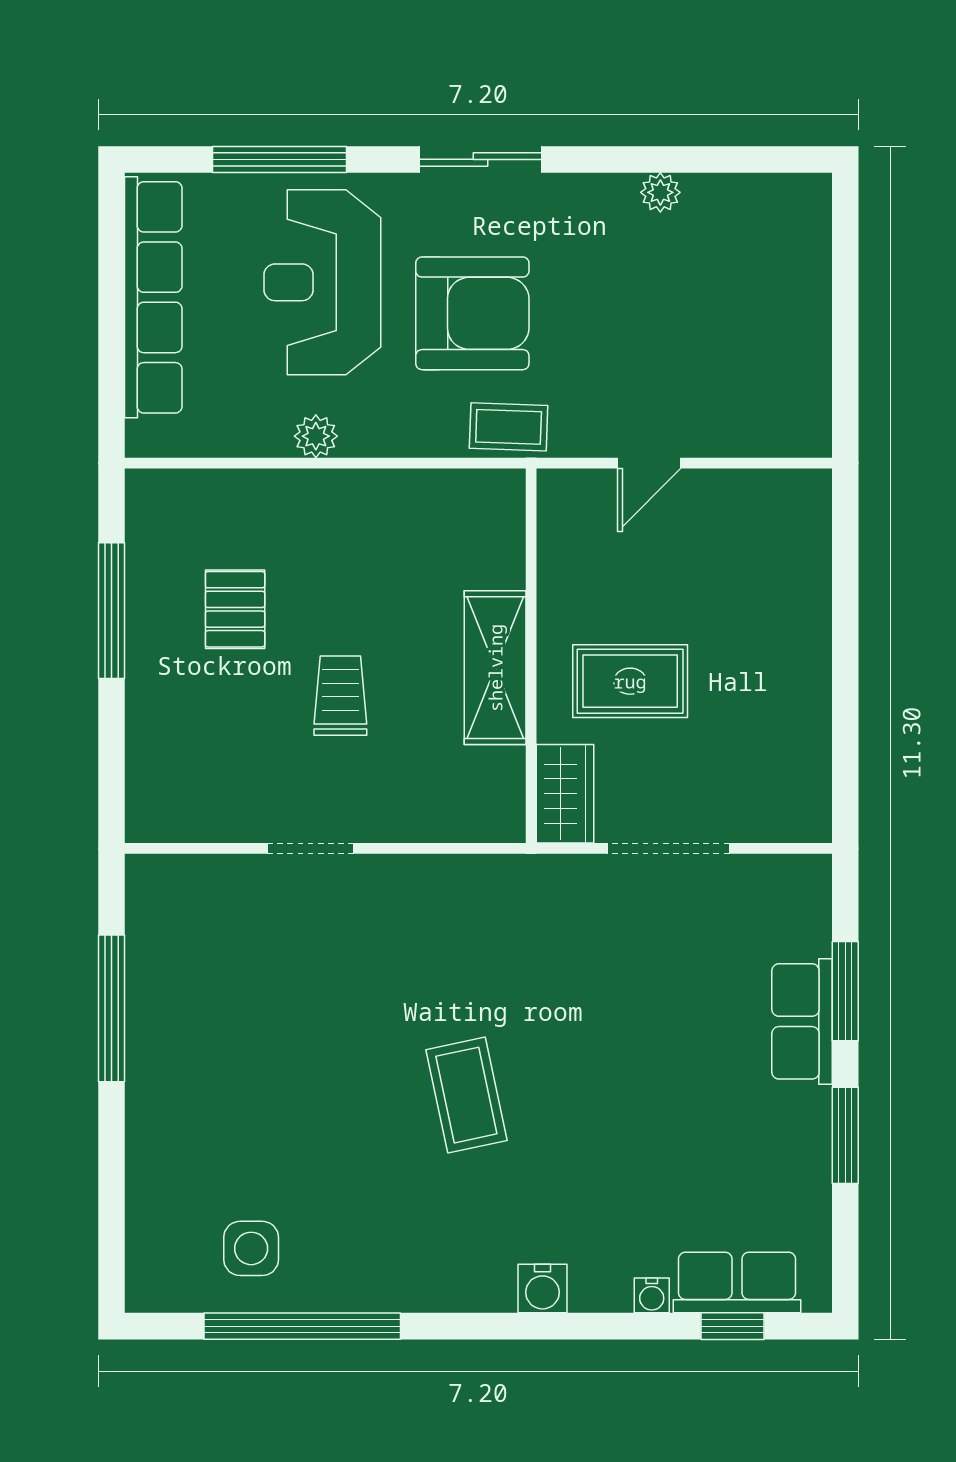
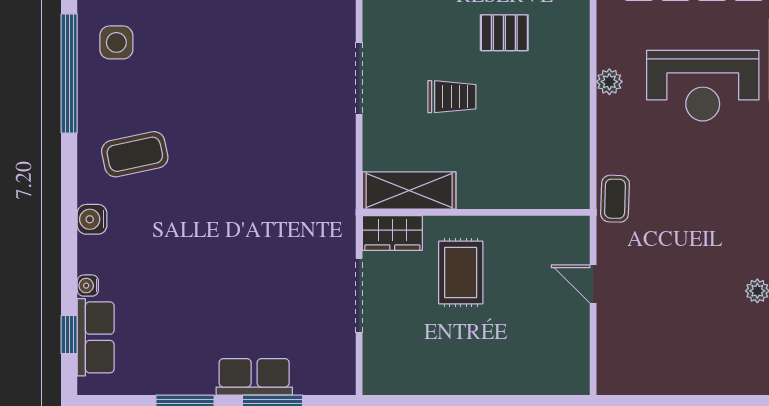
reception desk: (322, 282) -> (703, 86), turned 180
armchair: (472, 313) -> (684, 177), removed
shelving: (495, 668) -> (409, 191), moved
doorway: (310, 848) -> (359, 78), width x1.38
coffee table: (466, 1095) -> (135, 154), moved

